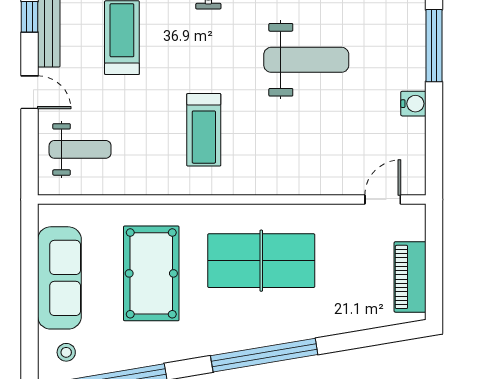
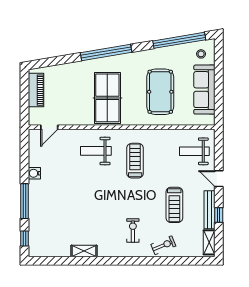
weight bench: (306, 60) -> (96, 151), moved, width x0.73, depth x0.75
table tennis table: (261, 261) -> (107, 98), turned 90

